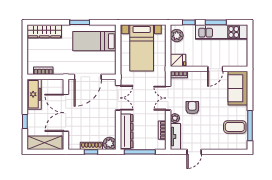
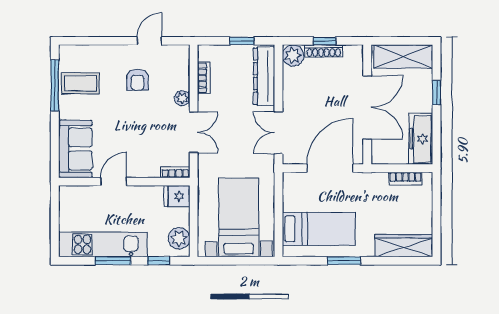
armchair: (192, 108) -> (138, 80), moved
tv unit: (175, 137) -> (181, 67), removed
window: (140, 152) -> (242, 41), width x0.46

